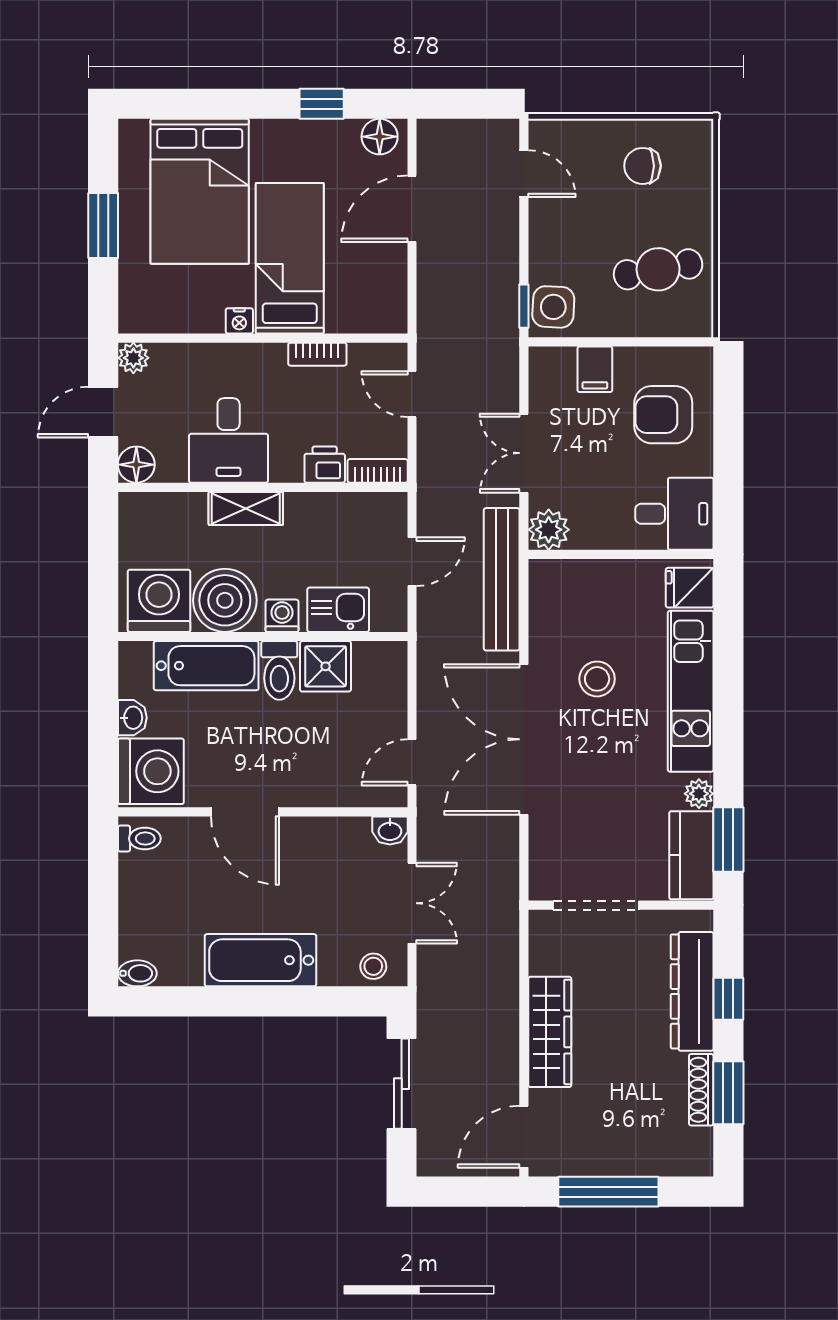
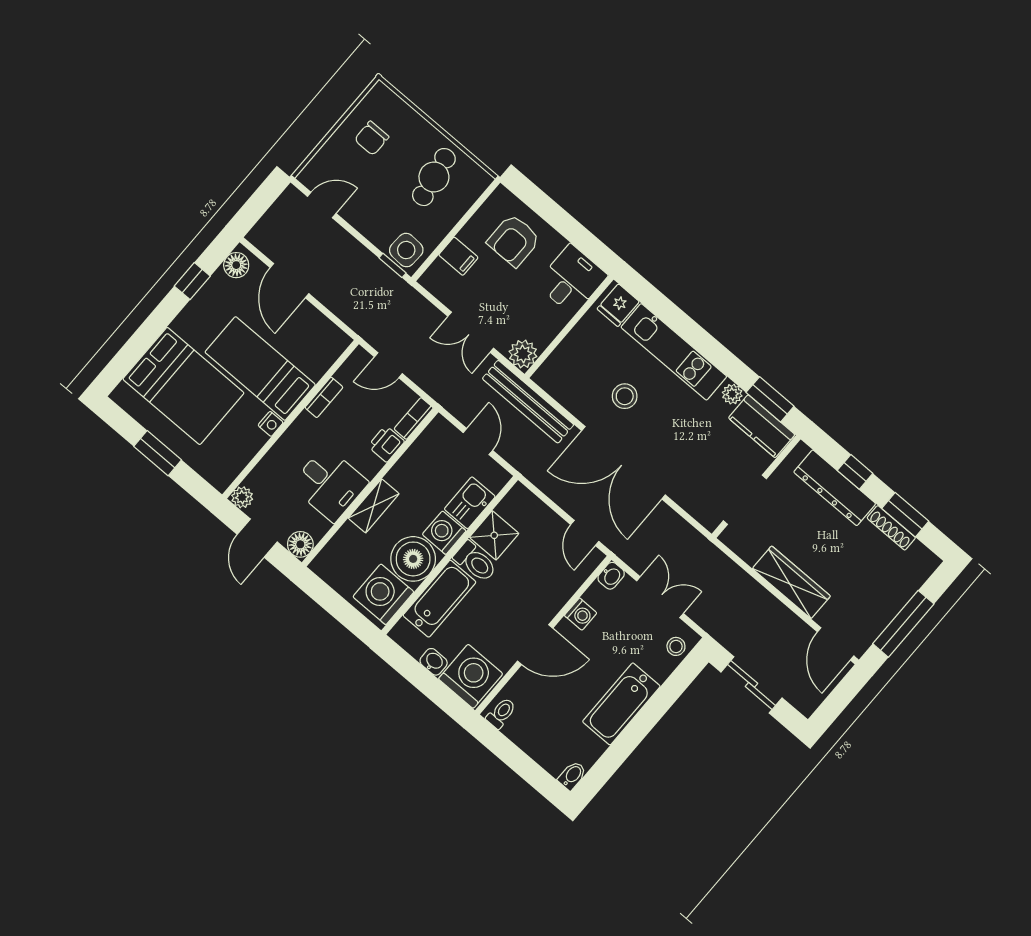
washing machine: (282, 616) -> (444, 533), width x1.38, depth x1.38
washing machine: (320, 833) -> (581, 614), added

